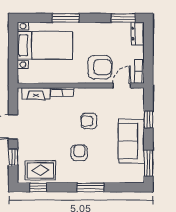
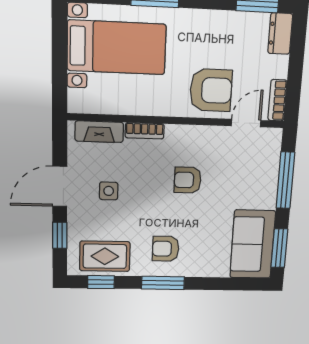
window: (148, 119) -> (285, 180), width x2.17
side table: (42, 129) -> (109, 191), added
sofa: (131, 141) -> (253, 244), moved
armchair: (79, 153) -> (166, 249), moved, turned -90
window: (91, 187) -> (163, 283), moved

